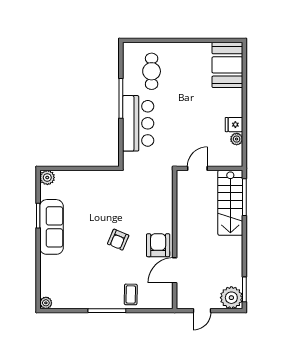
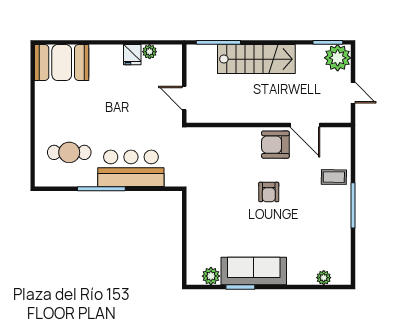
plant: (47, 177) -> (211, 276), moved
stairs: (230, 203) -> (256, 59), moved
armchair: (118, 240) -> (269, 192), turned 67
plant: (46, 303) -> (324, 278), moved

